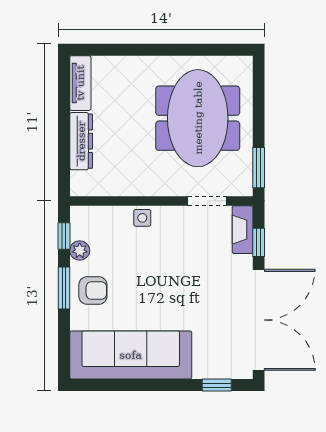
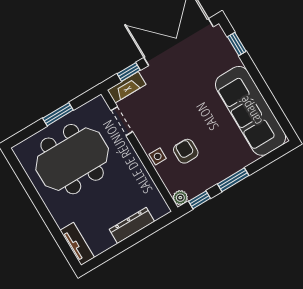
tv unit: (80, 83) -> (77, 244), moved, turned 90
window: (259, 168) -> (58, 114), moved
plant: (80, 250) -> (180, 198), moved
armchair: (93, 290) -> (186, 151), moved

